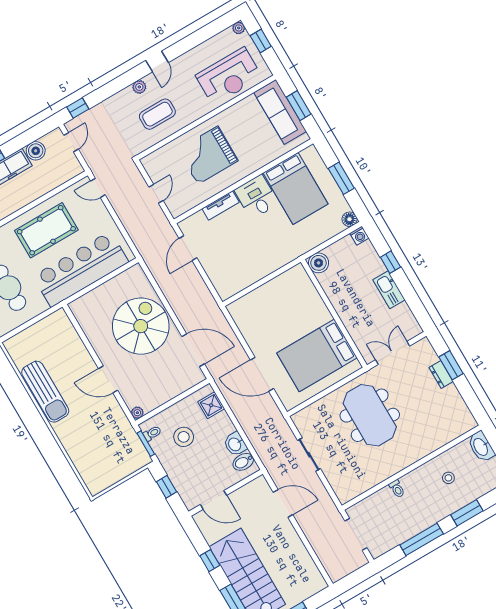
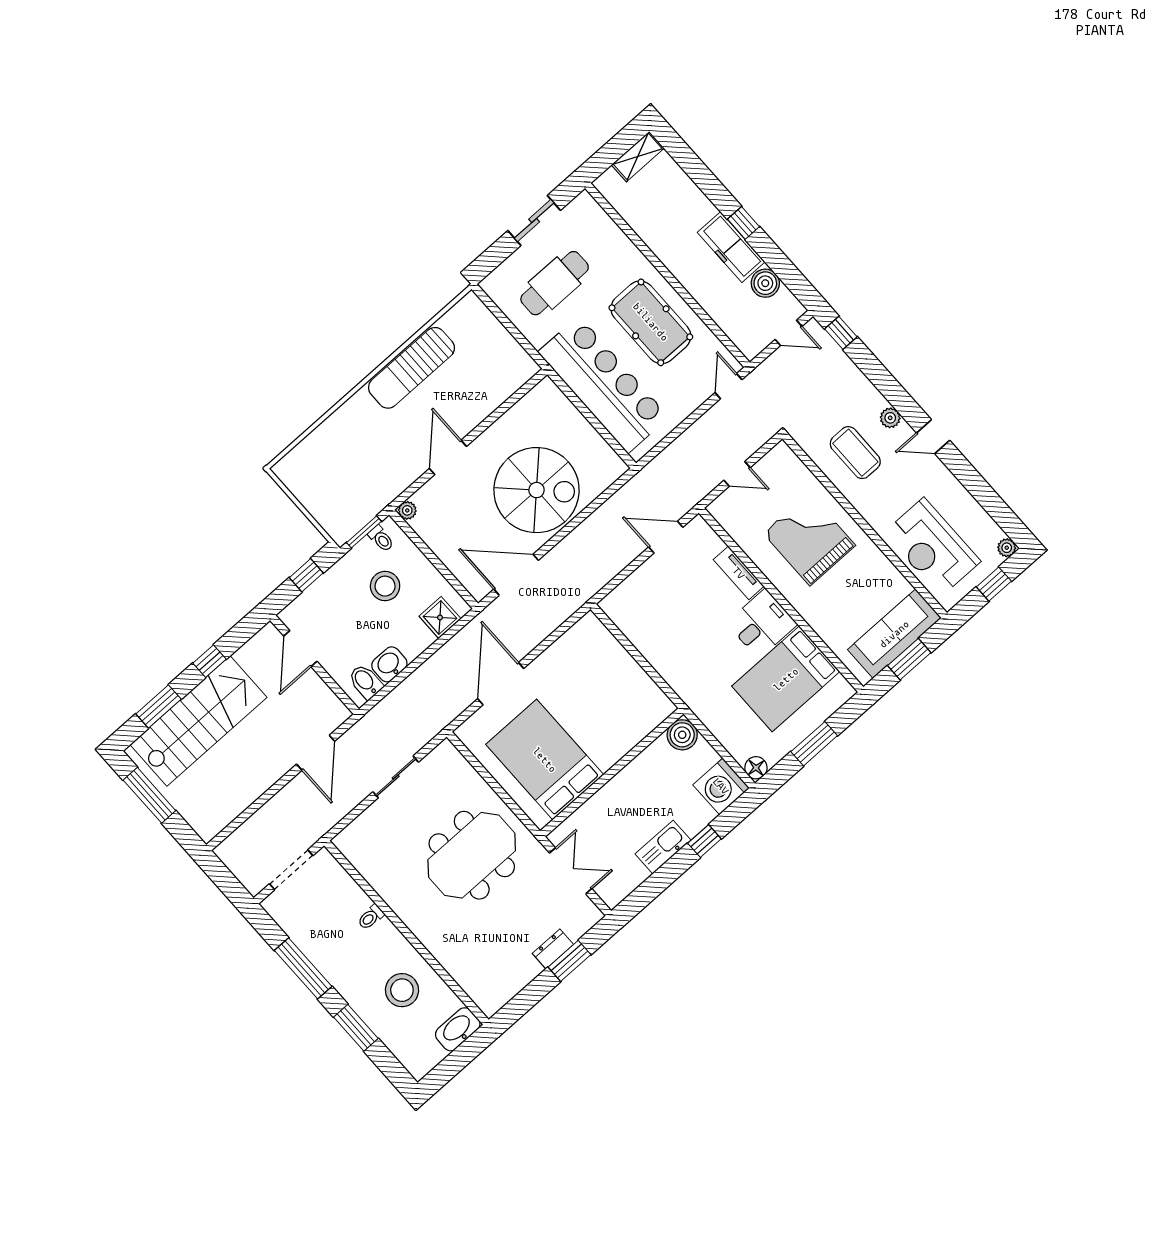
washing machine: (359, 236) -> (721, 786), width x1.89, depth x1.89
door: (193, 350) -> (516, 575), swing flipped
stool: (448, 478) -> (402, 990), width x1.89, depth x1.89

